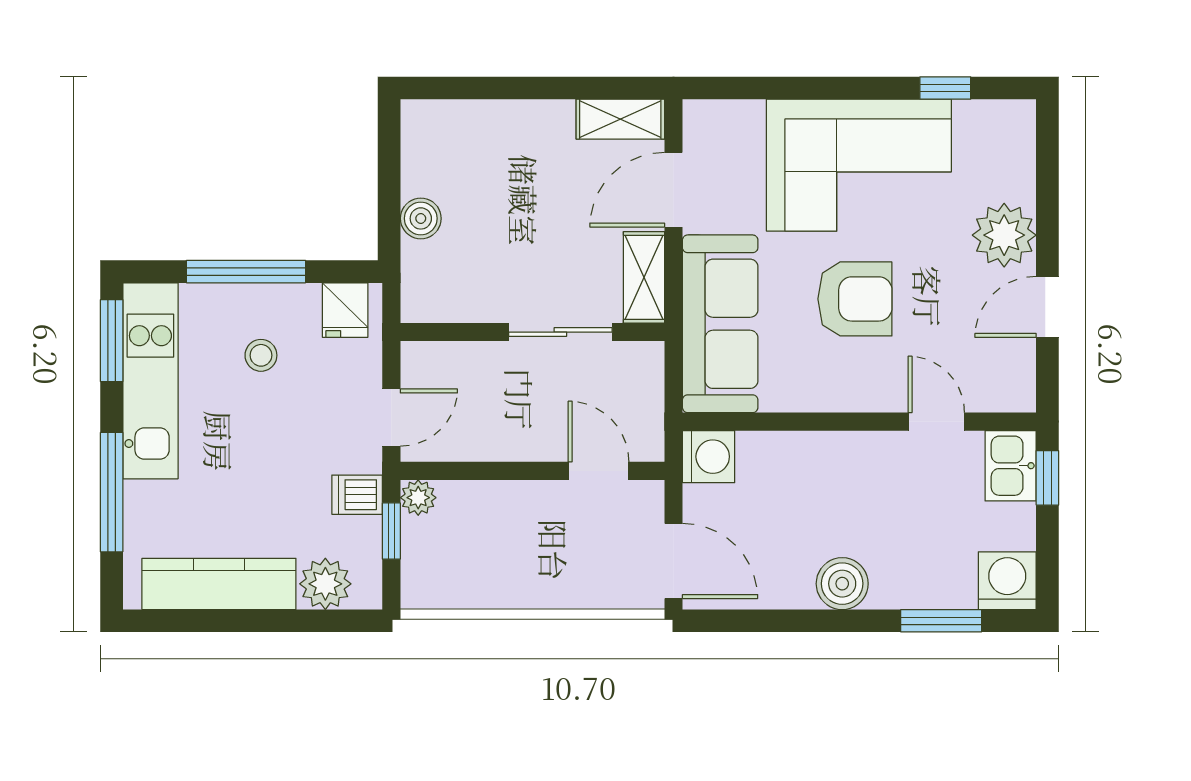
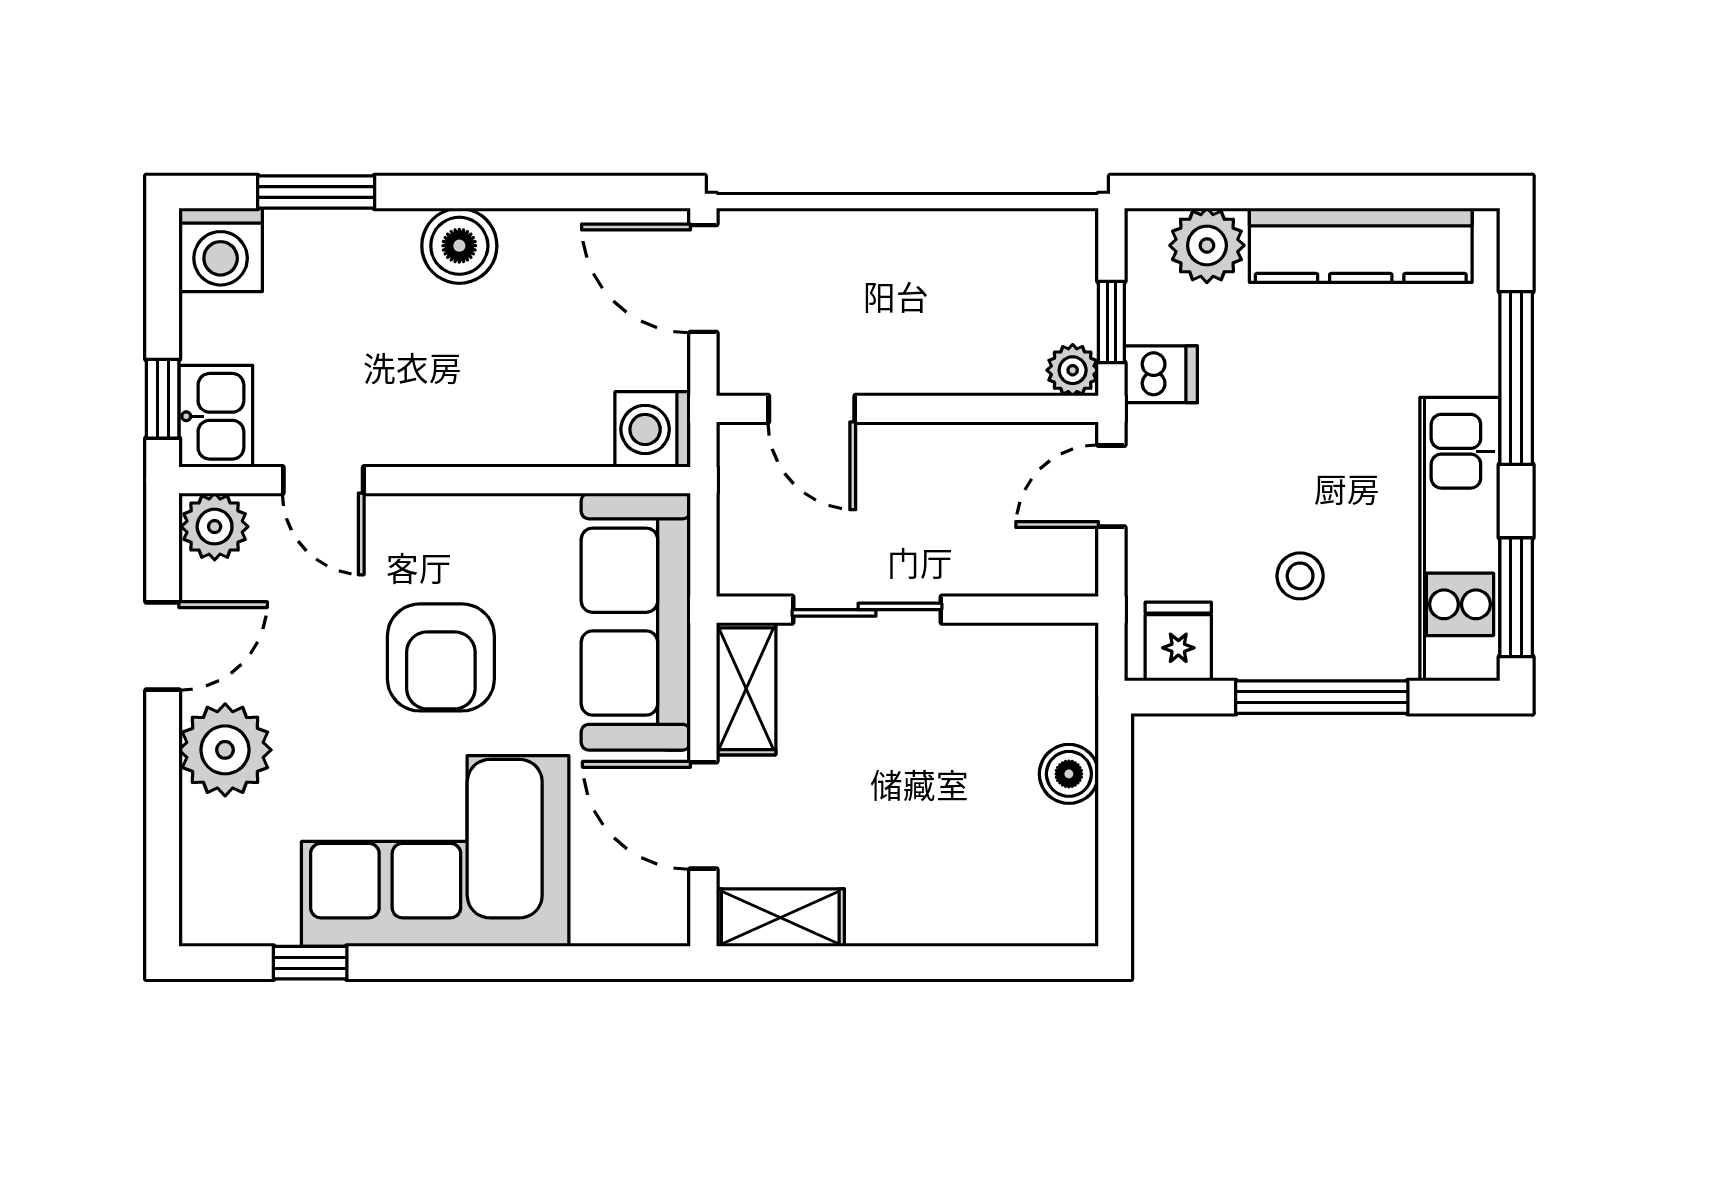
door: (673, 190) -> (703, 815), swing flipped
armchair: (855, 299) -> (441, 657), turned -90
plant: (1011, 389) -> (215, 527), added

